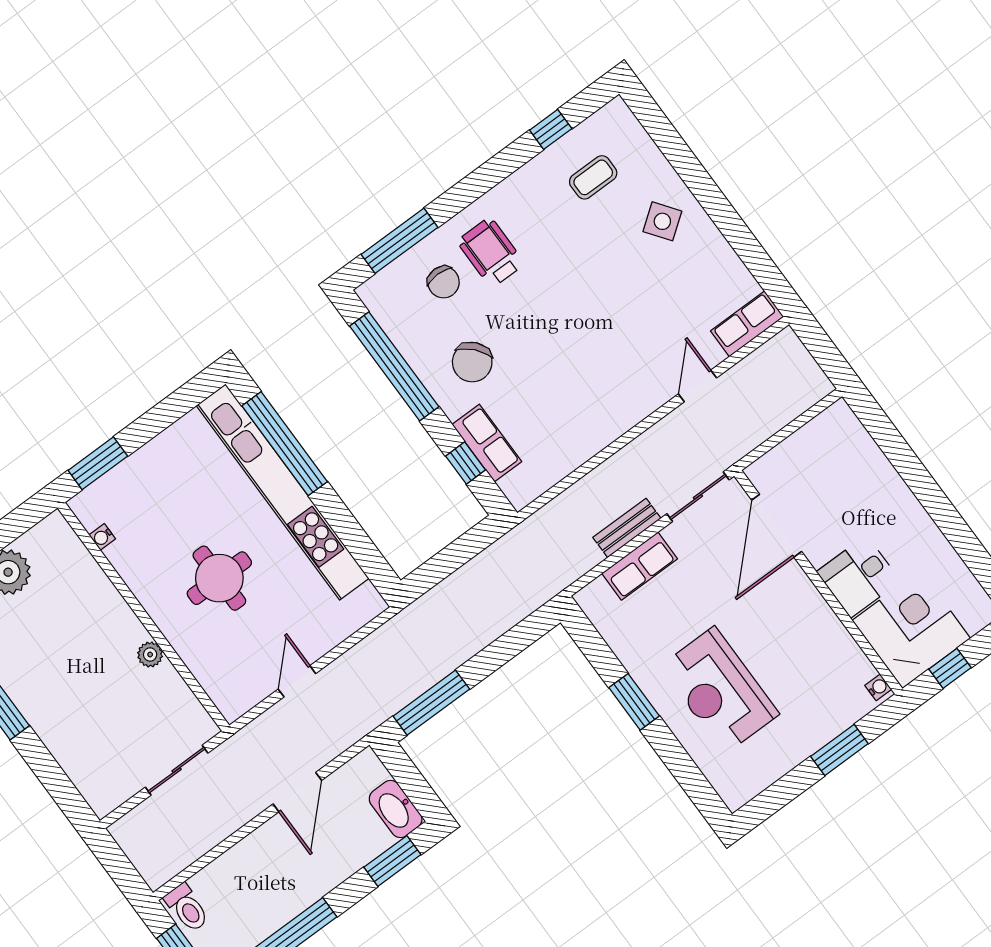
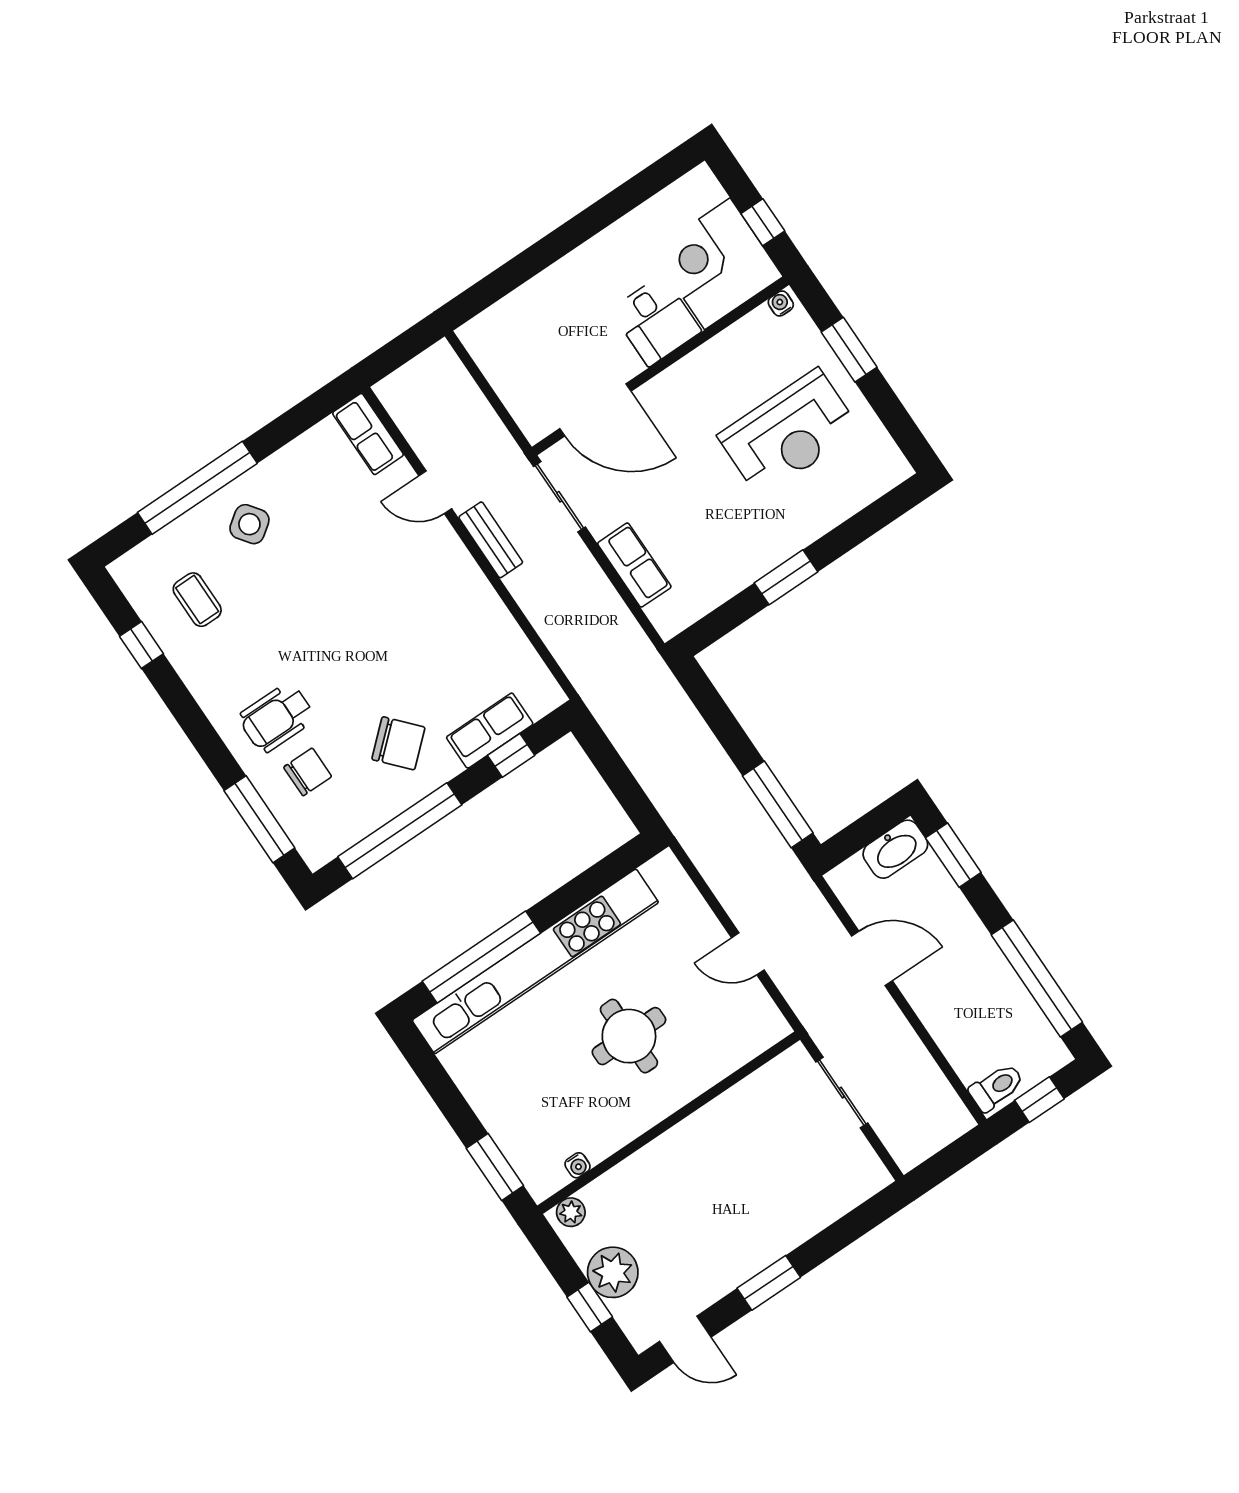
window: (693, 173) -> (197, 488), added
bench: (627, 528) -> (491, 540), moved
plant: (150, 654) -> (571, 1212), moved
reception desk: (719, 690) -> (789, 433), moved

